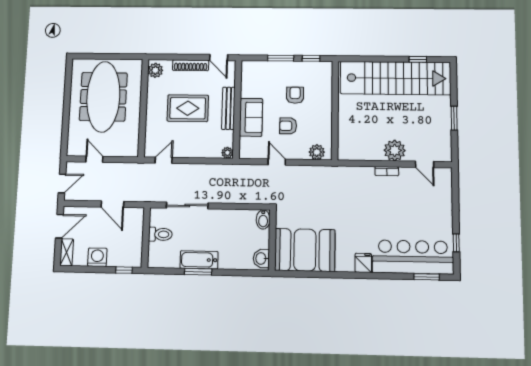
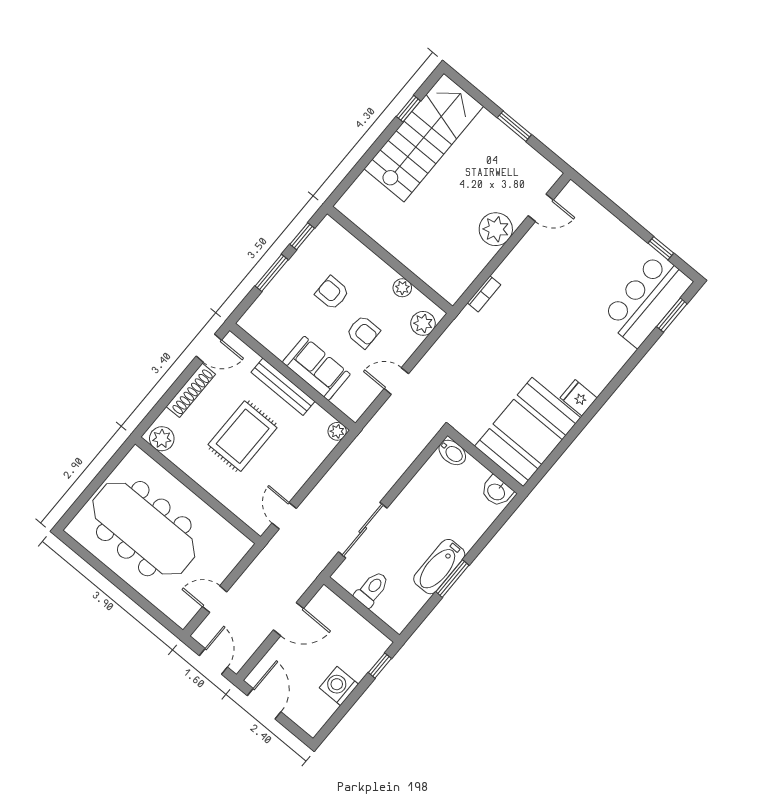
stairs: (395, 78) -> (424, 138), width x0.73
armchair: (288, 126) -> (363, 332), turned -90
plant: (326, 128) -> (402, 288), added
bookcase: (387, 171) -> (484, 294), moved
shelving: (67, 252) -> (303, 719), removed
bar counter: (413, 257) -> (647, 300), width x0.73
fridge: (363, 263) -> (579, 398), moved

